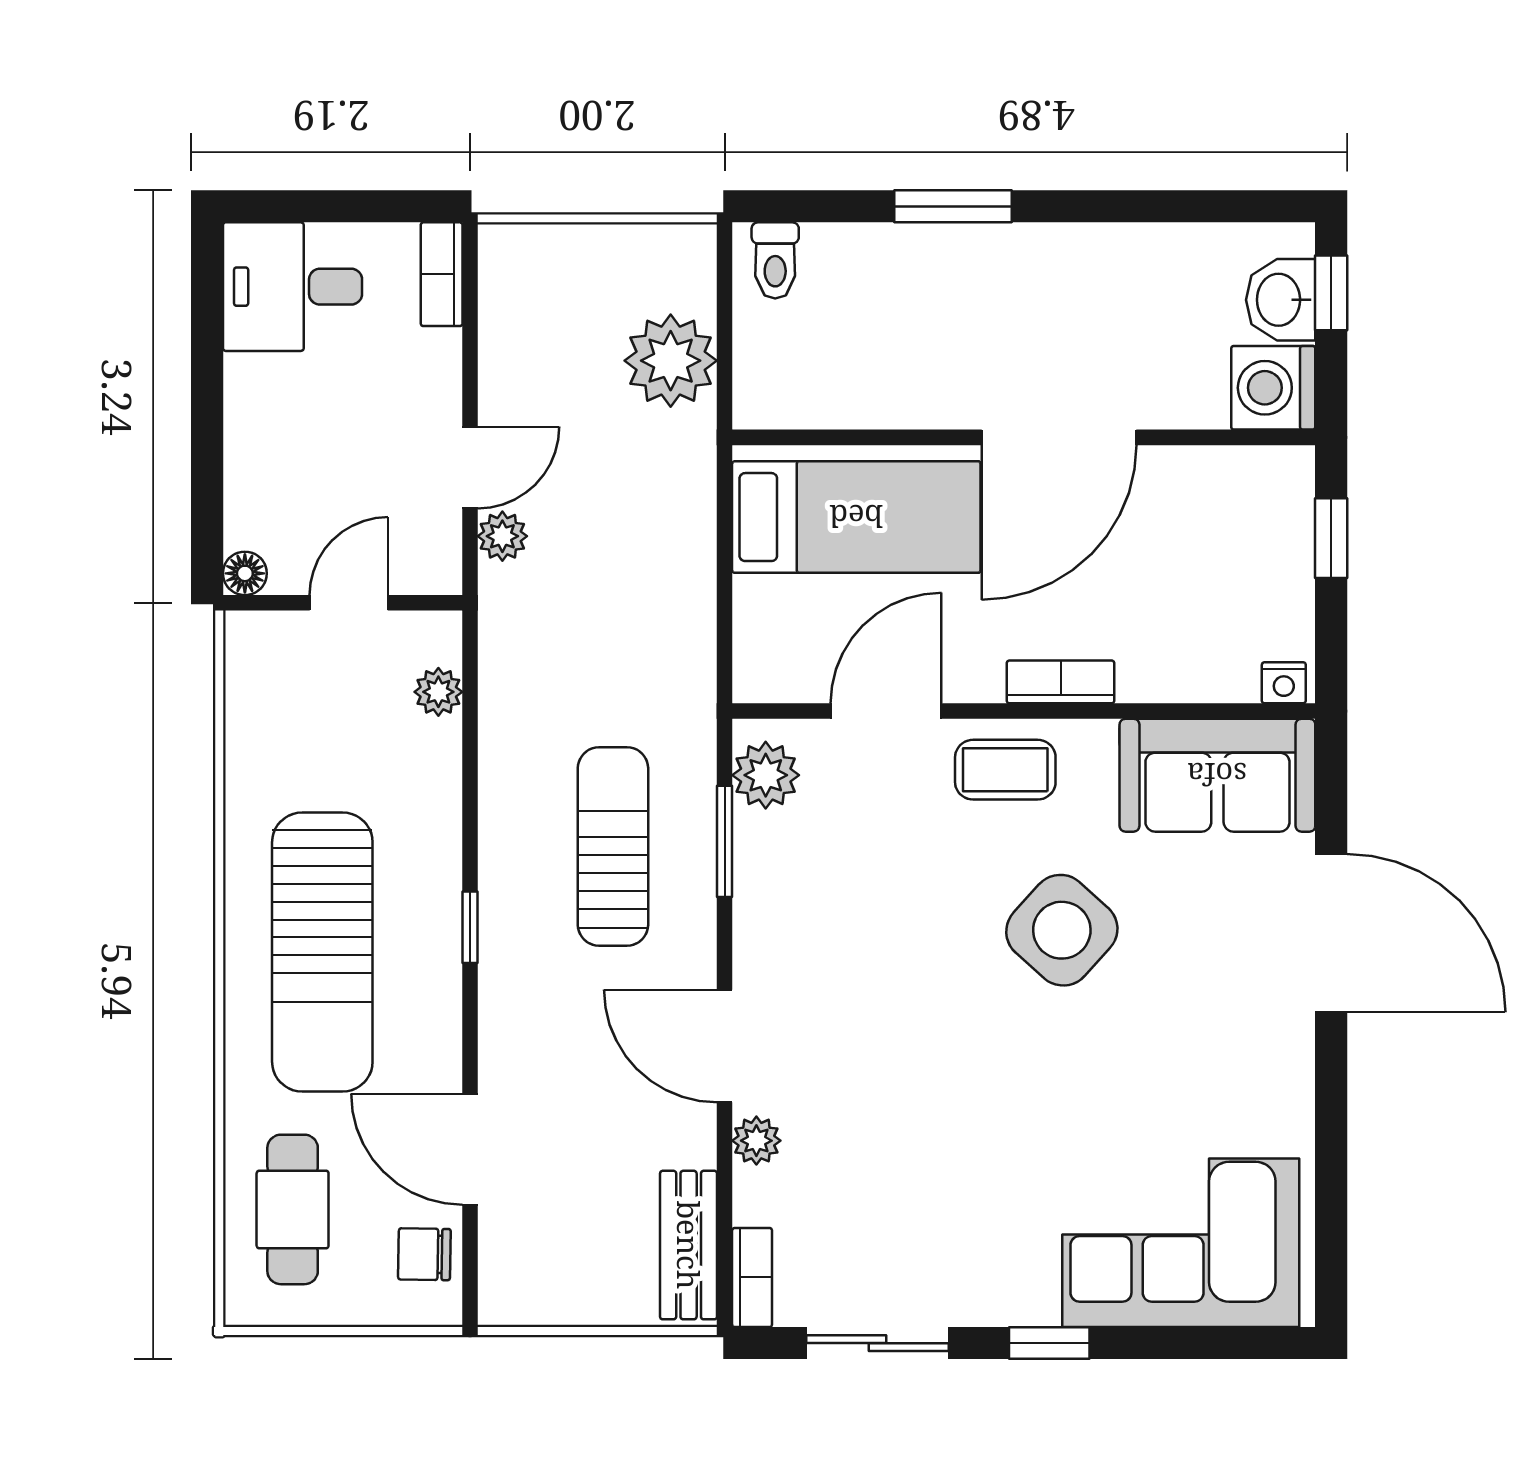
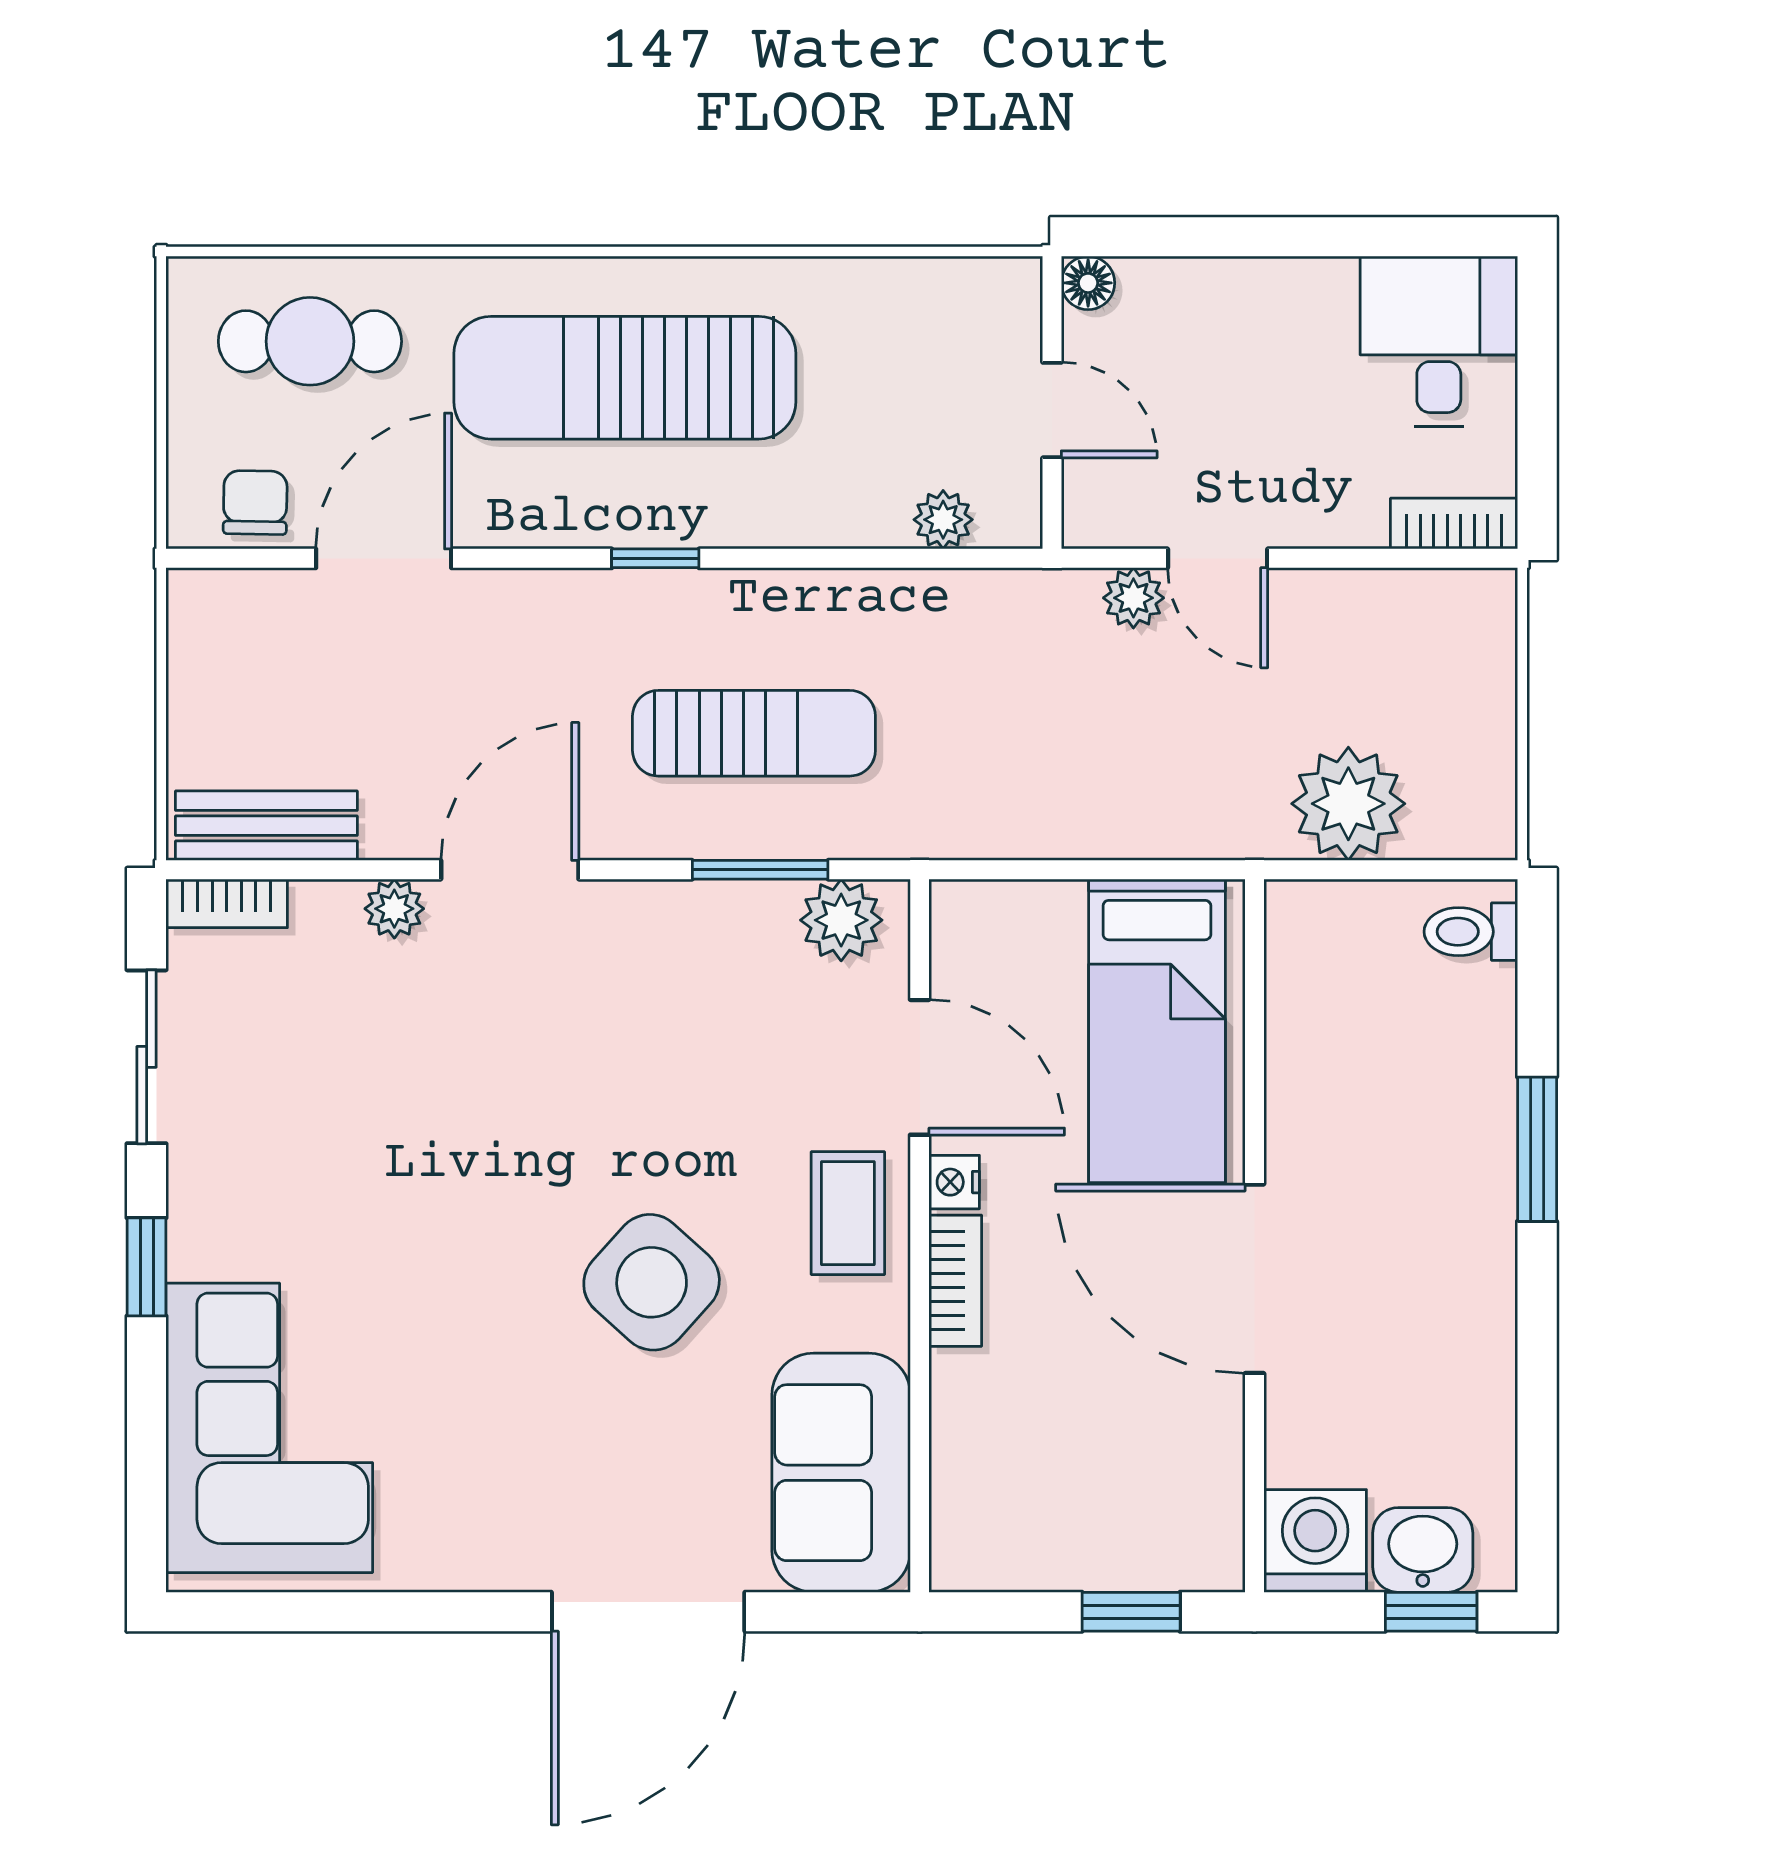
nightstand: (1284, 683) -> (954, 1182), moved

